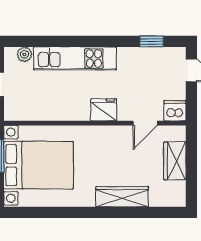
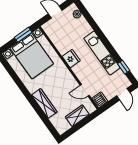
kitchen unit: (75, 58) -> (102, 53), moved
fridge: (104, 110) -> (71, 59), moved

